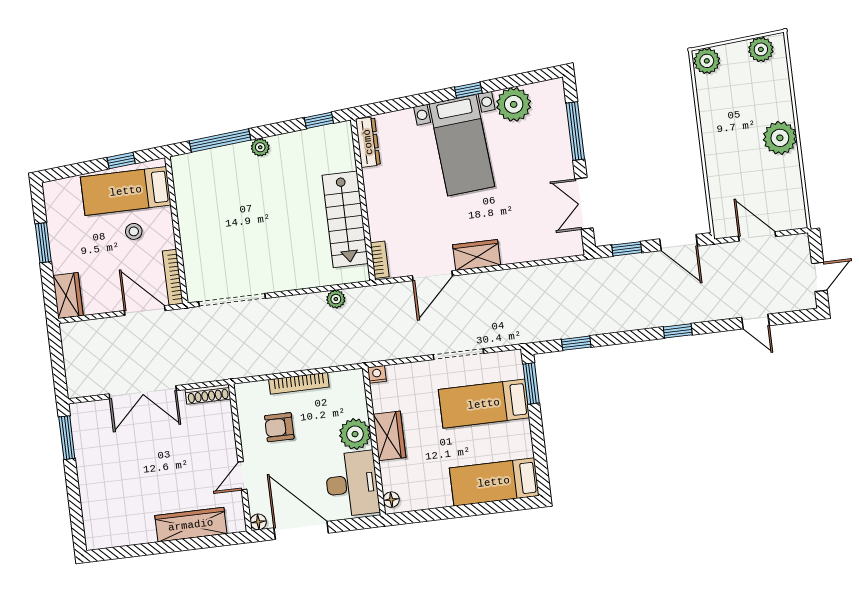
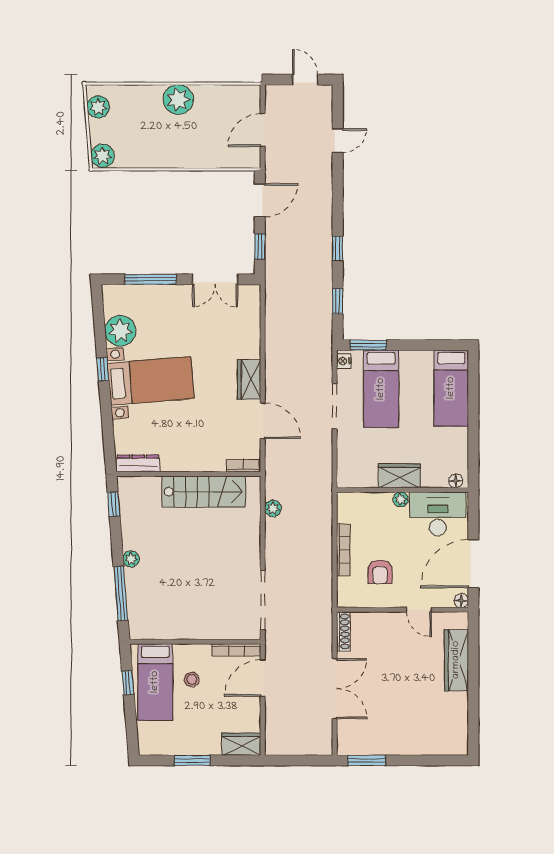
window: (678, 331) -> (338, 248), moved
nightstand: (377, 374) -> (344, 361), moved
plant: (355, 434) -> (401, 499), width x0.53, depth x0.53

